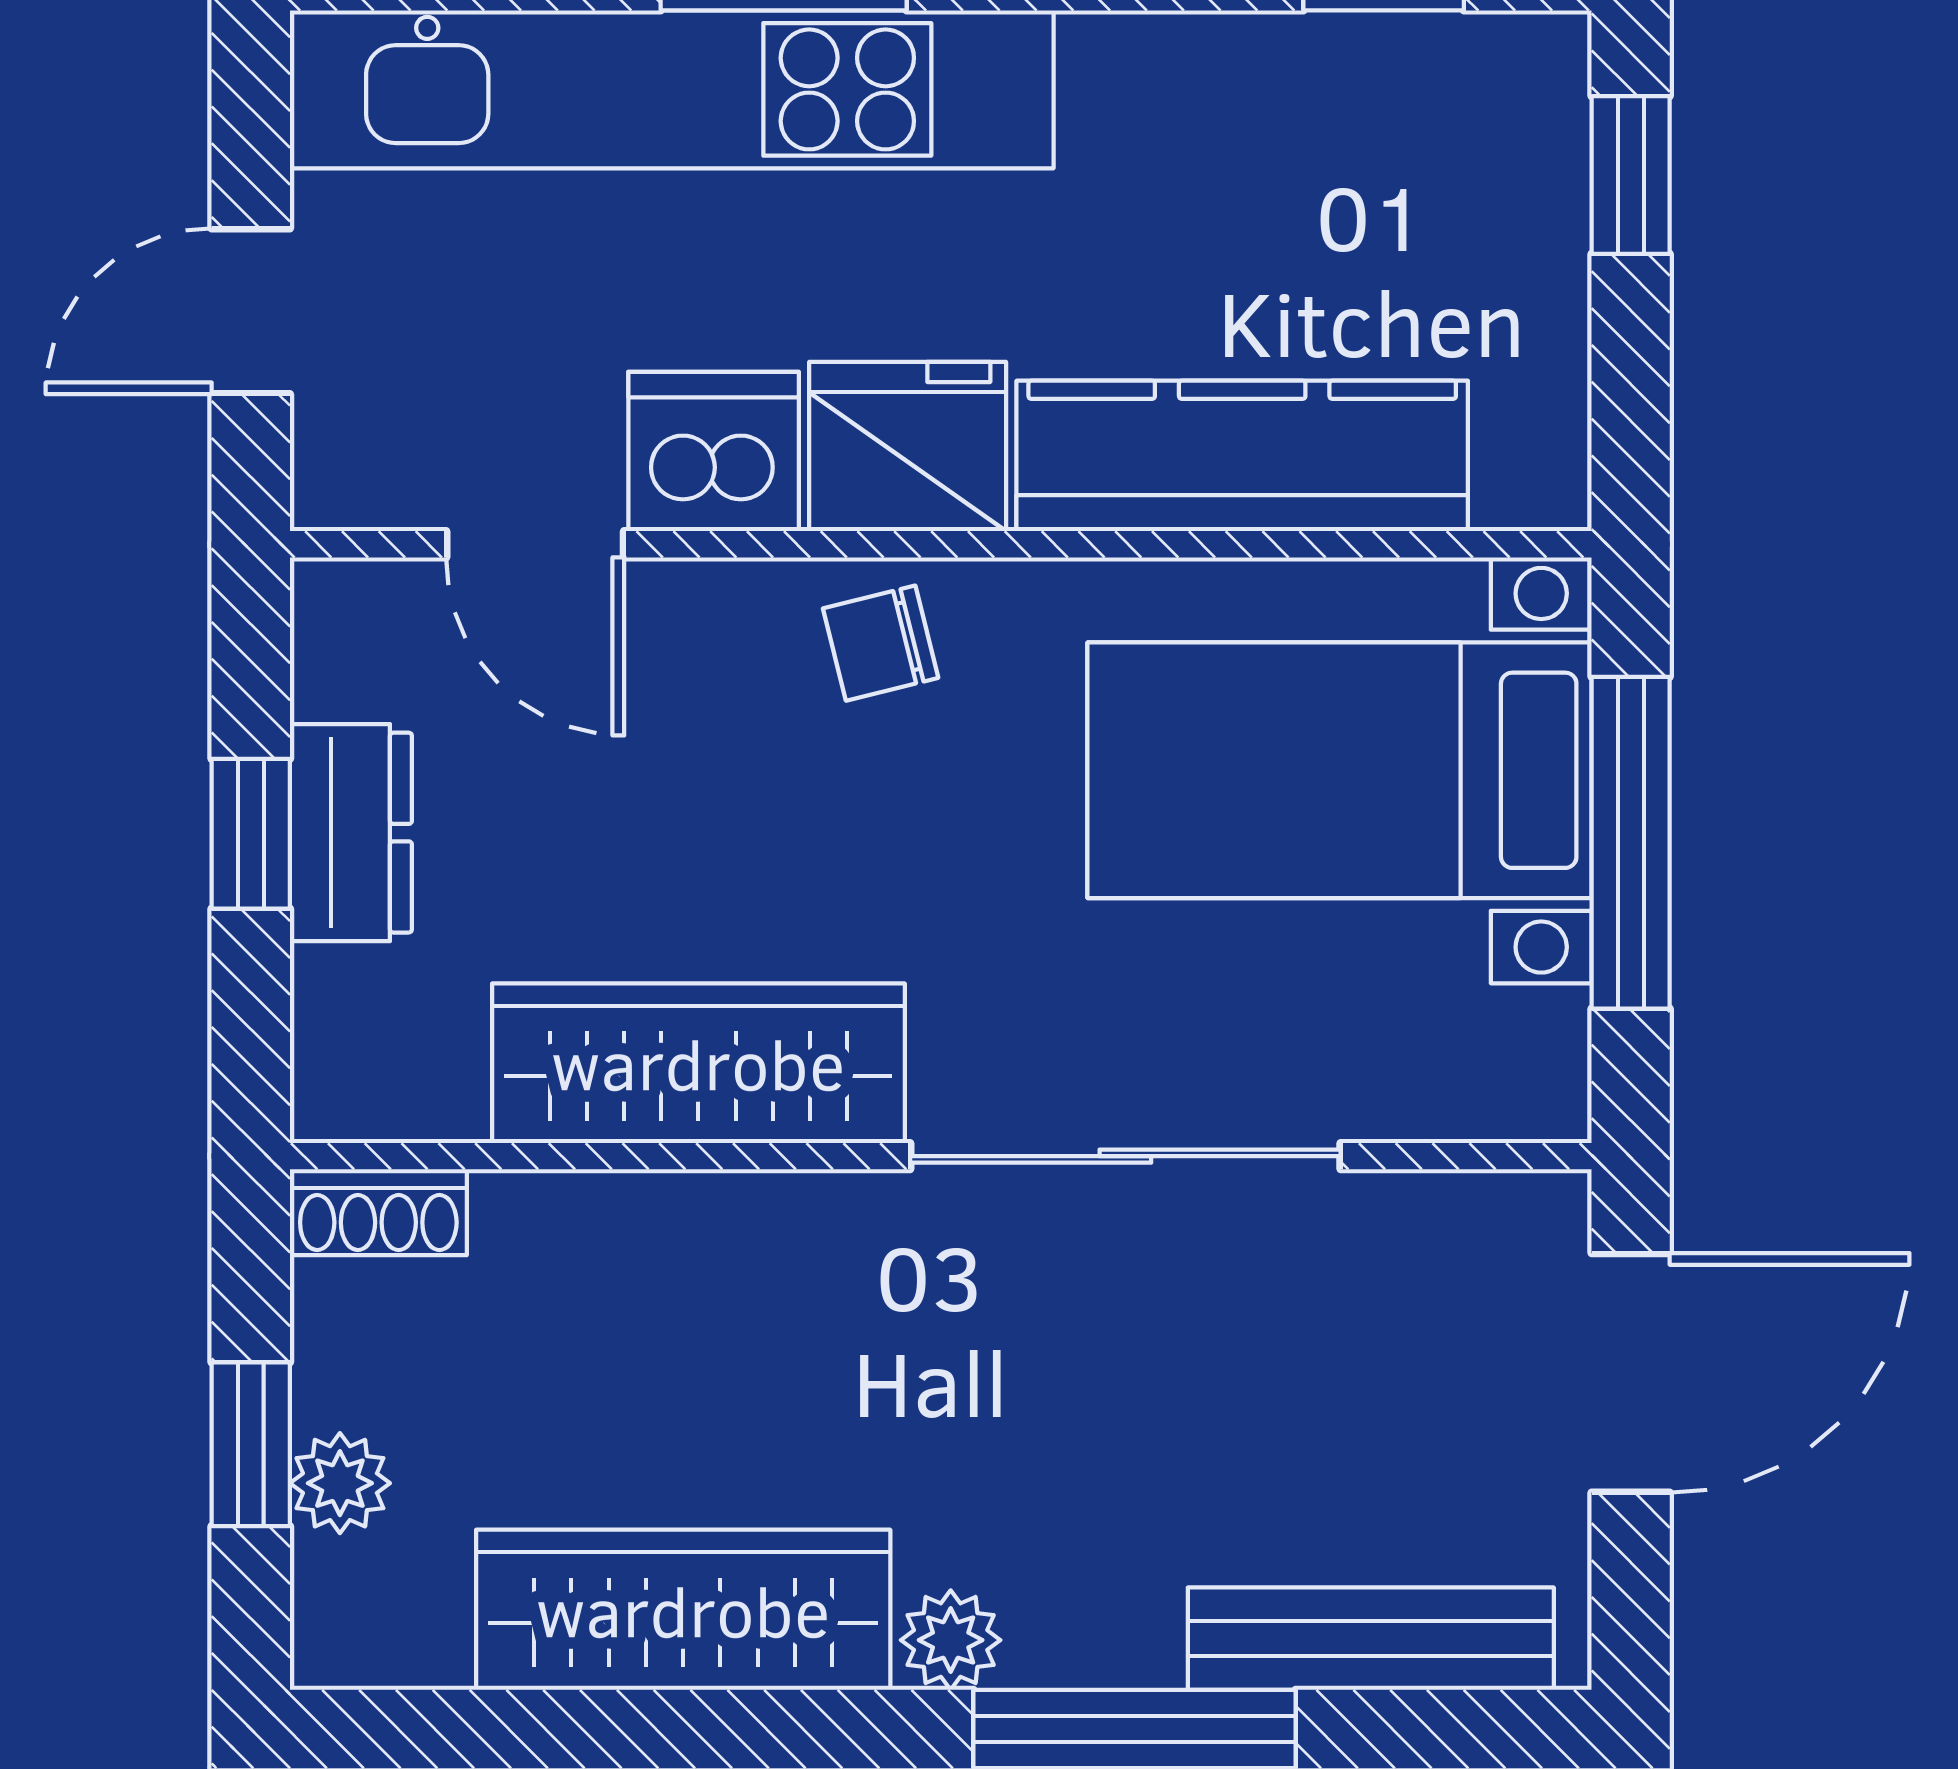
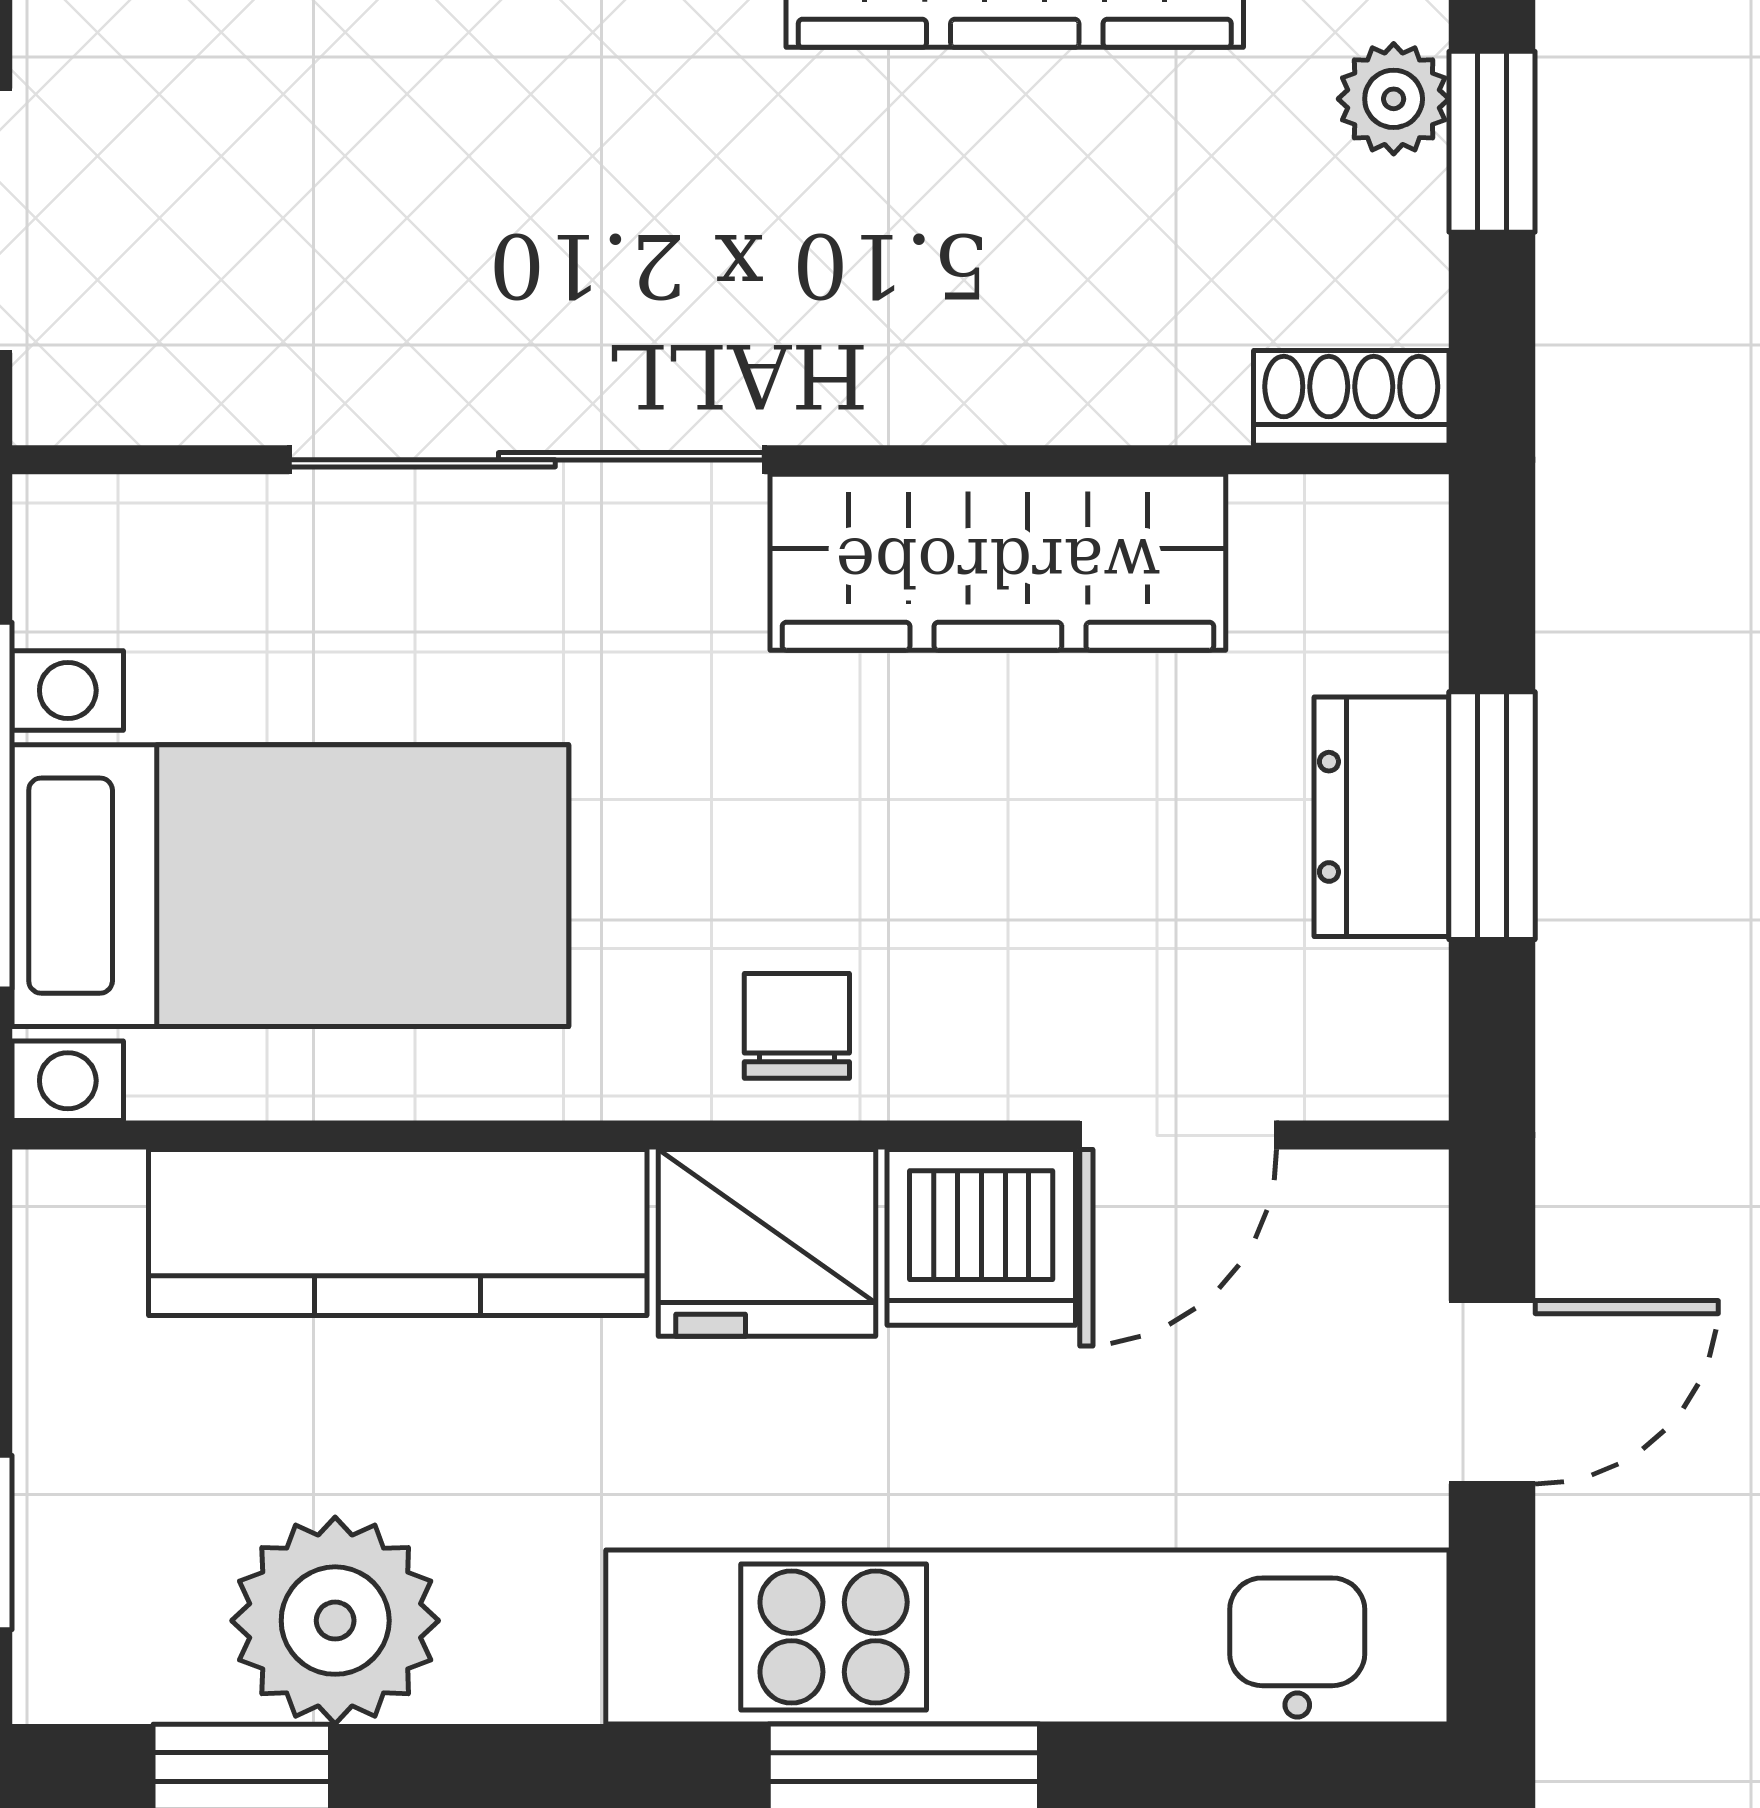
plant: (1299, 104) -> (335, 1621), added
door: (535, 544) -> (1178, 1135), swing flipped
chair: (881, 643) -> (797, 1026), turned -76
window: (251, 834) -> (1492, 816), width x1.50

